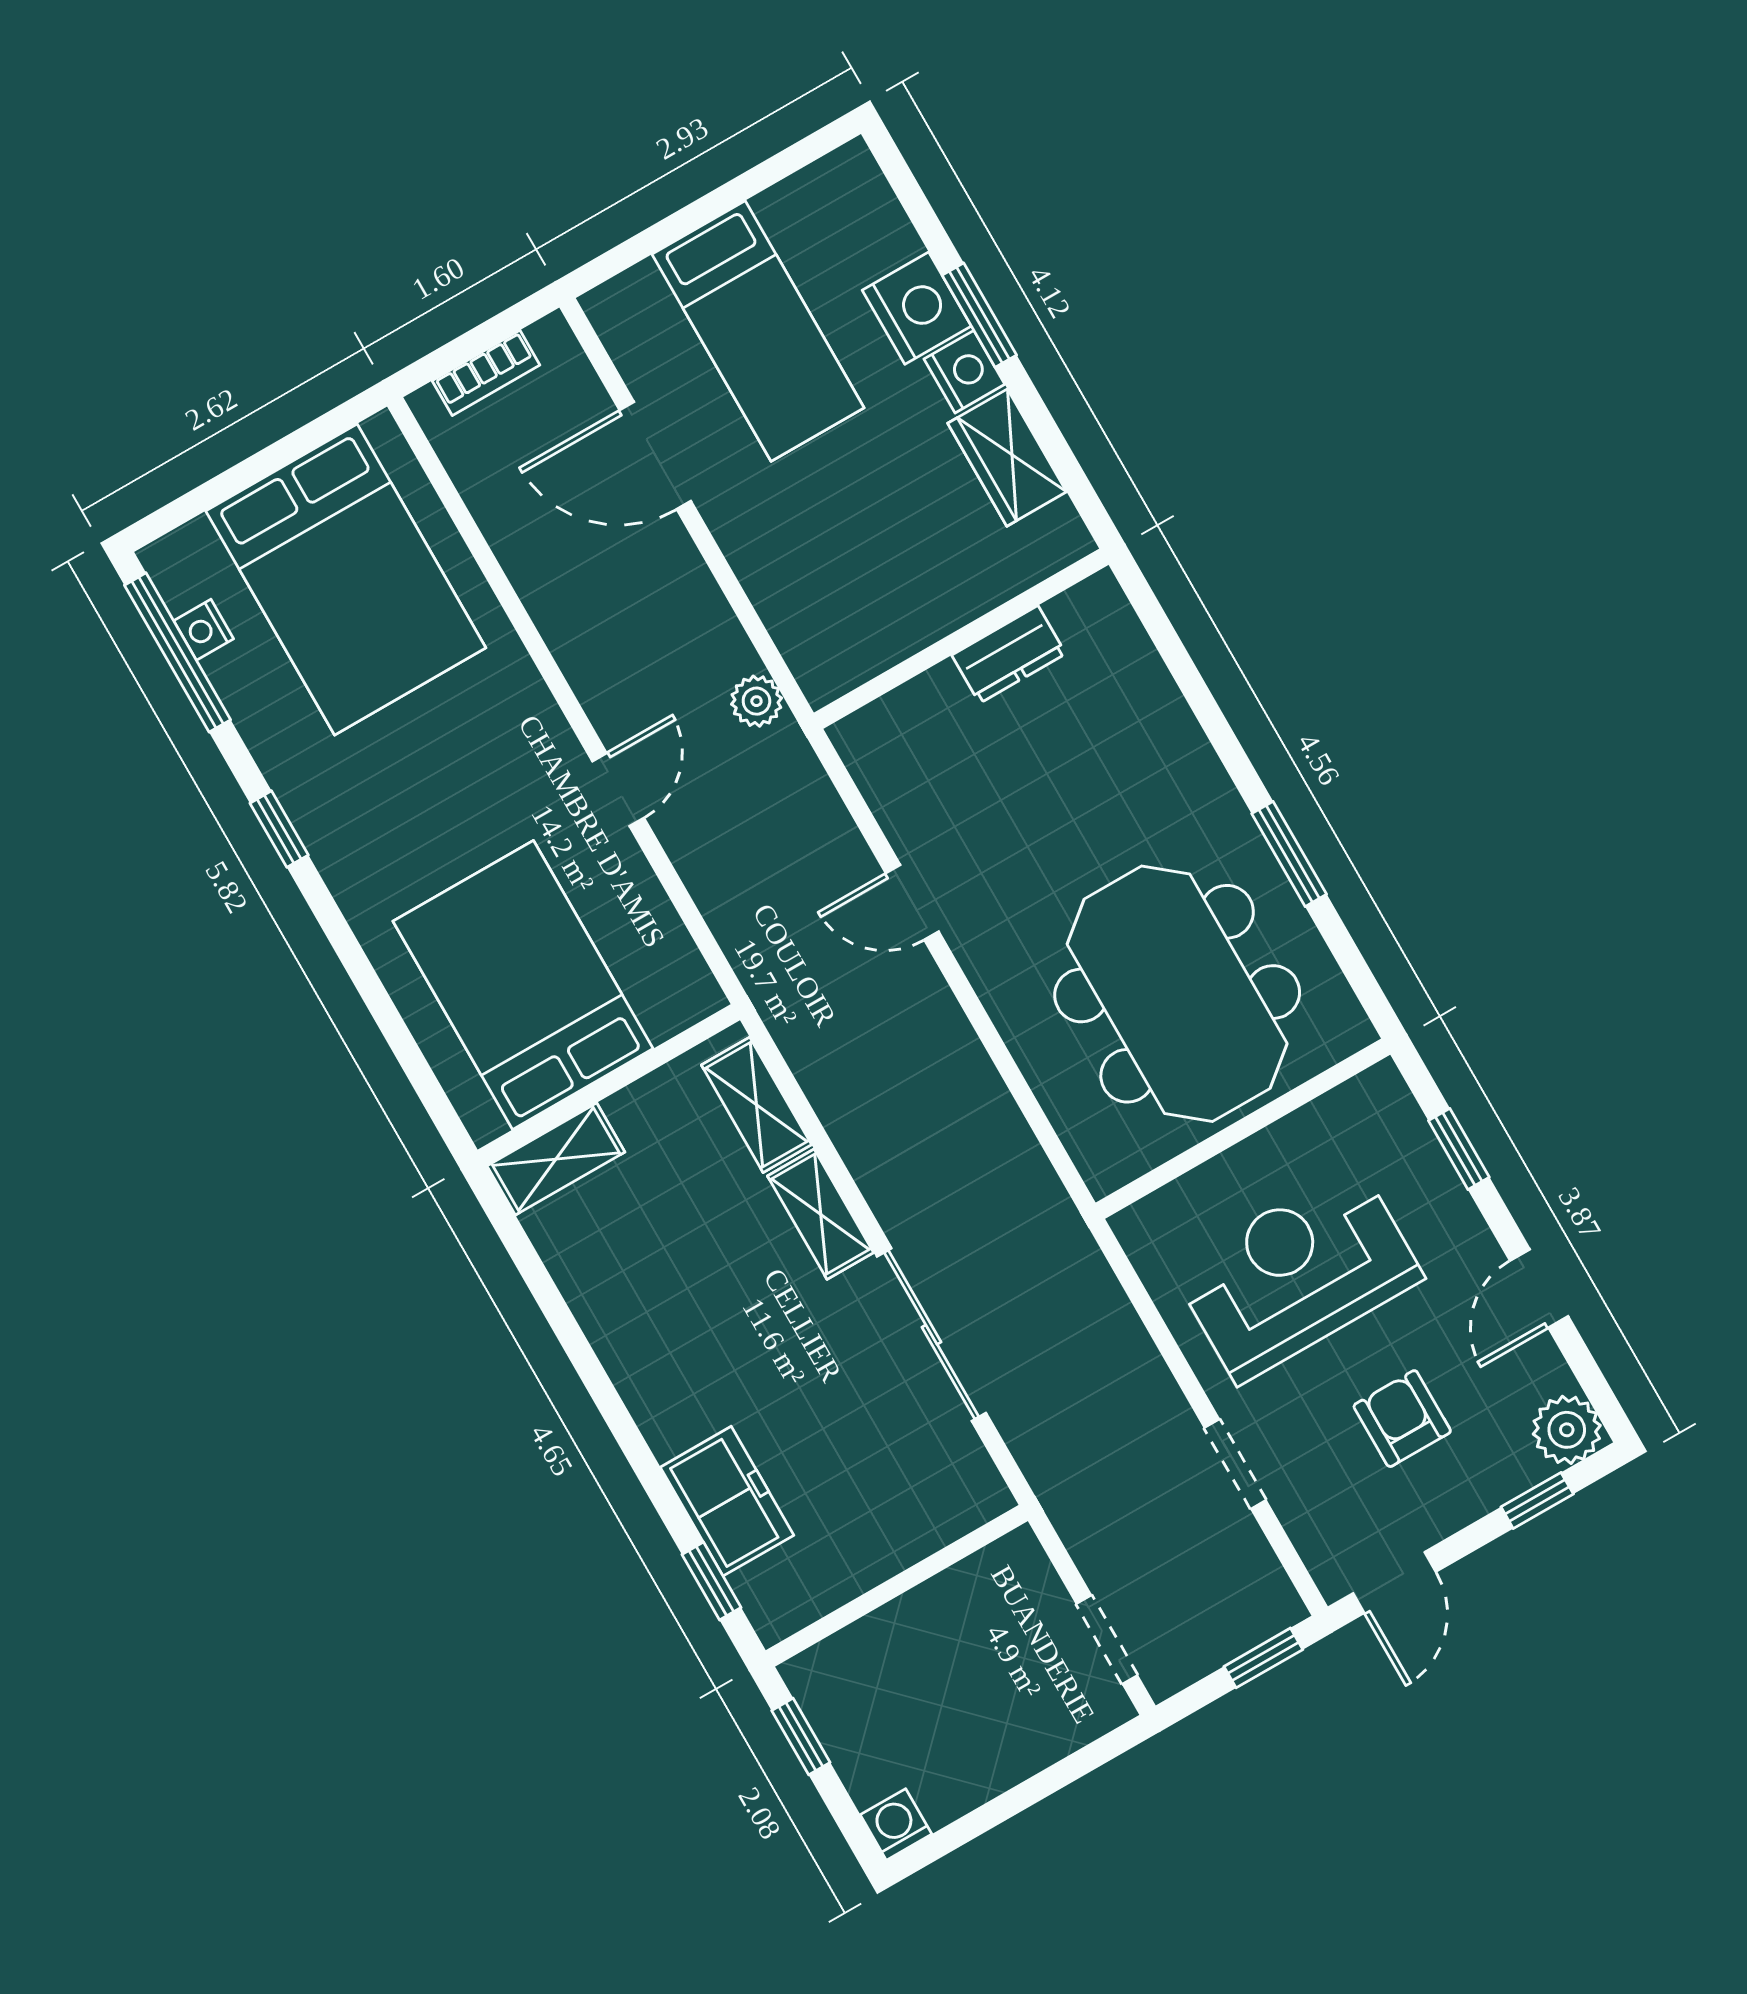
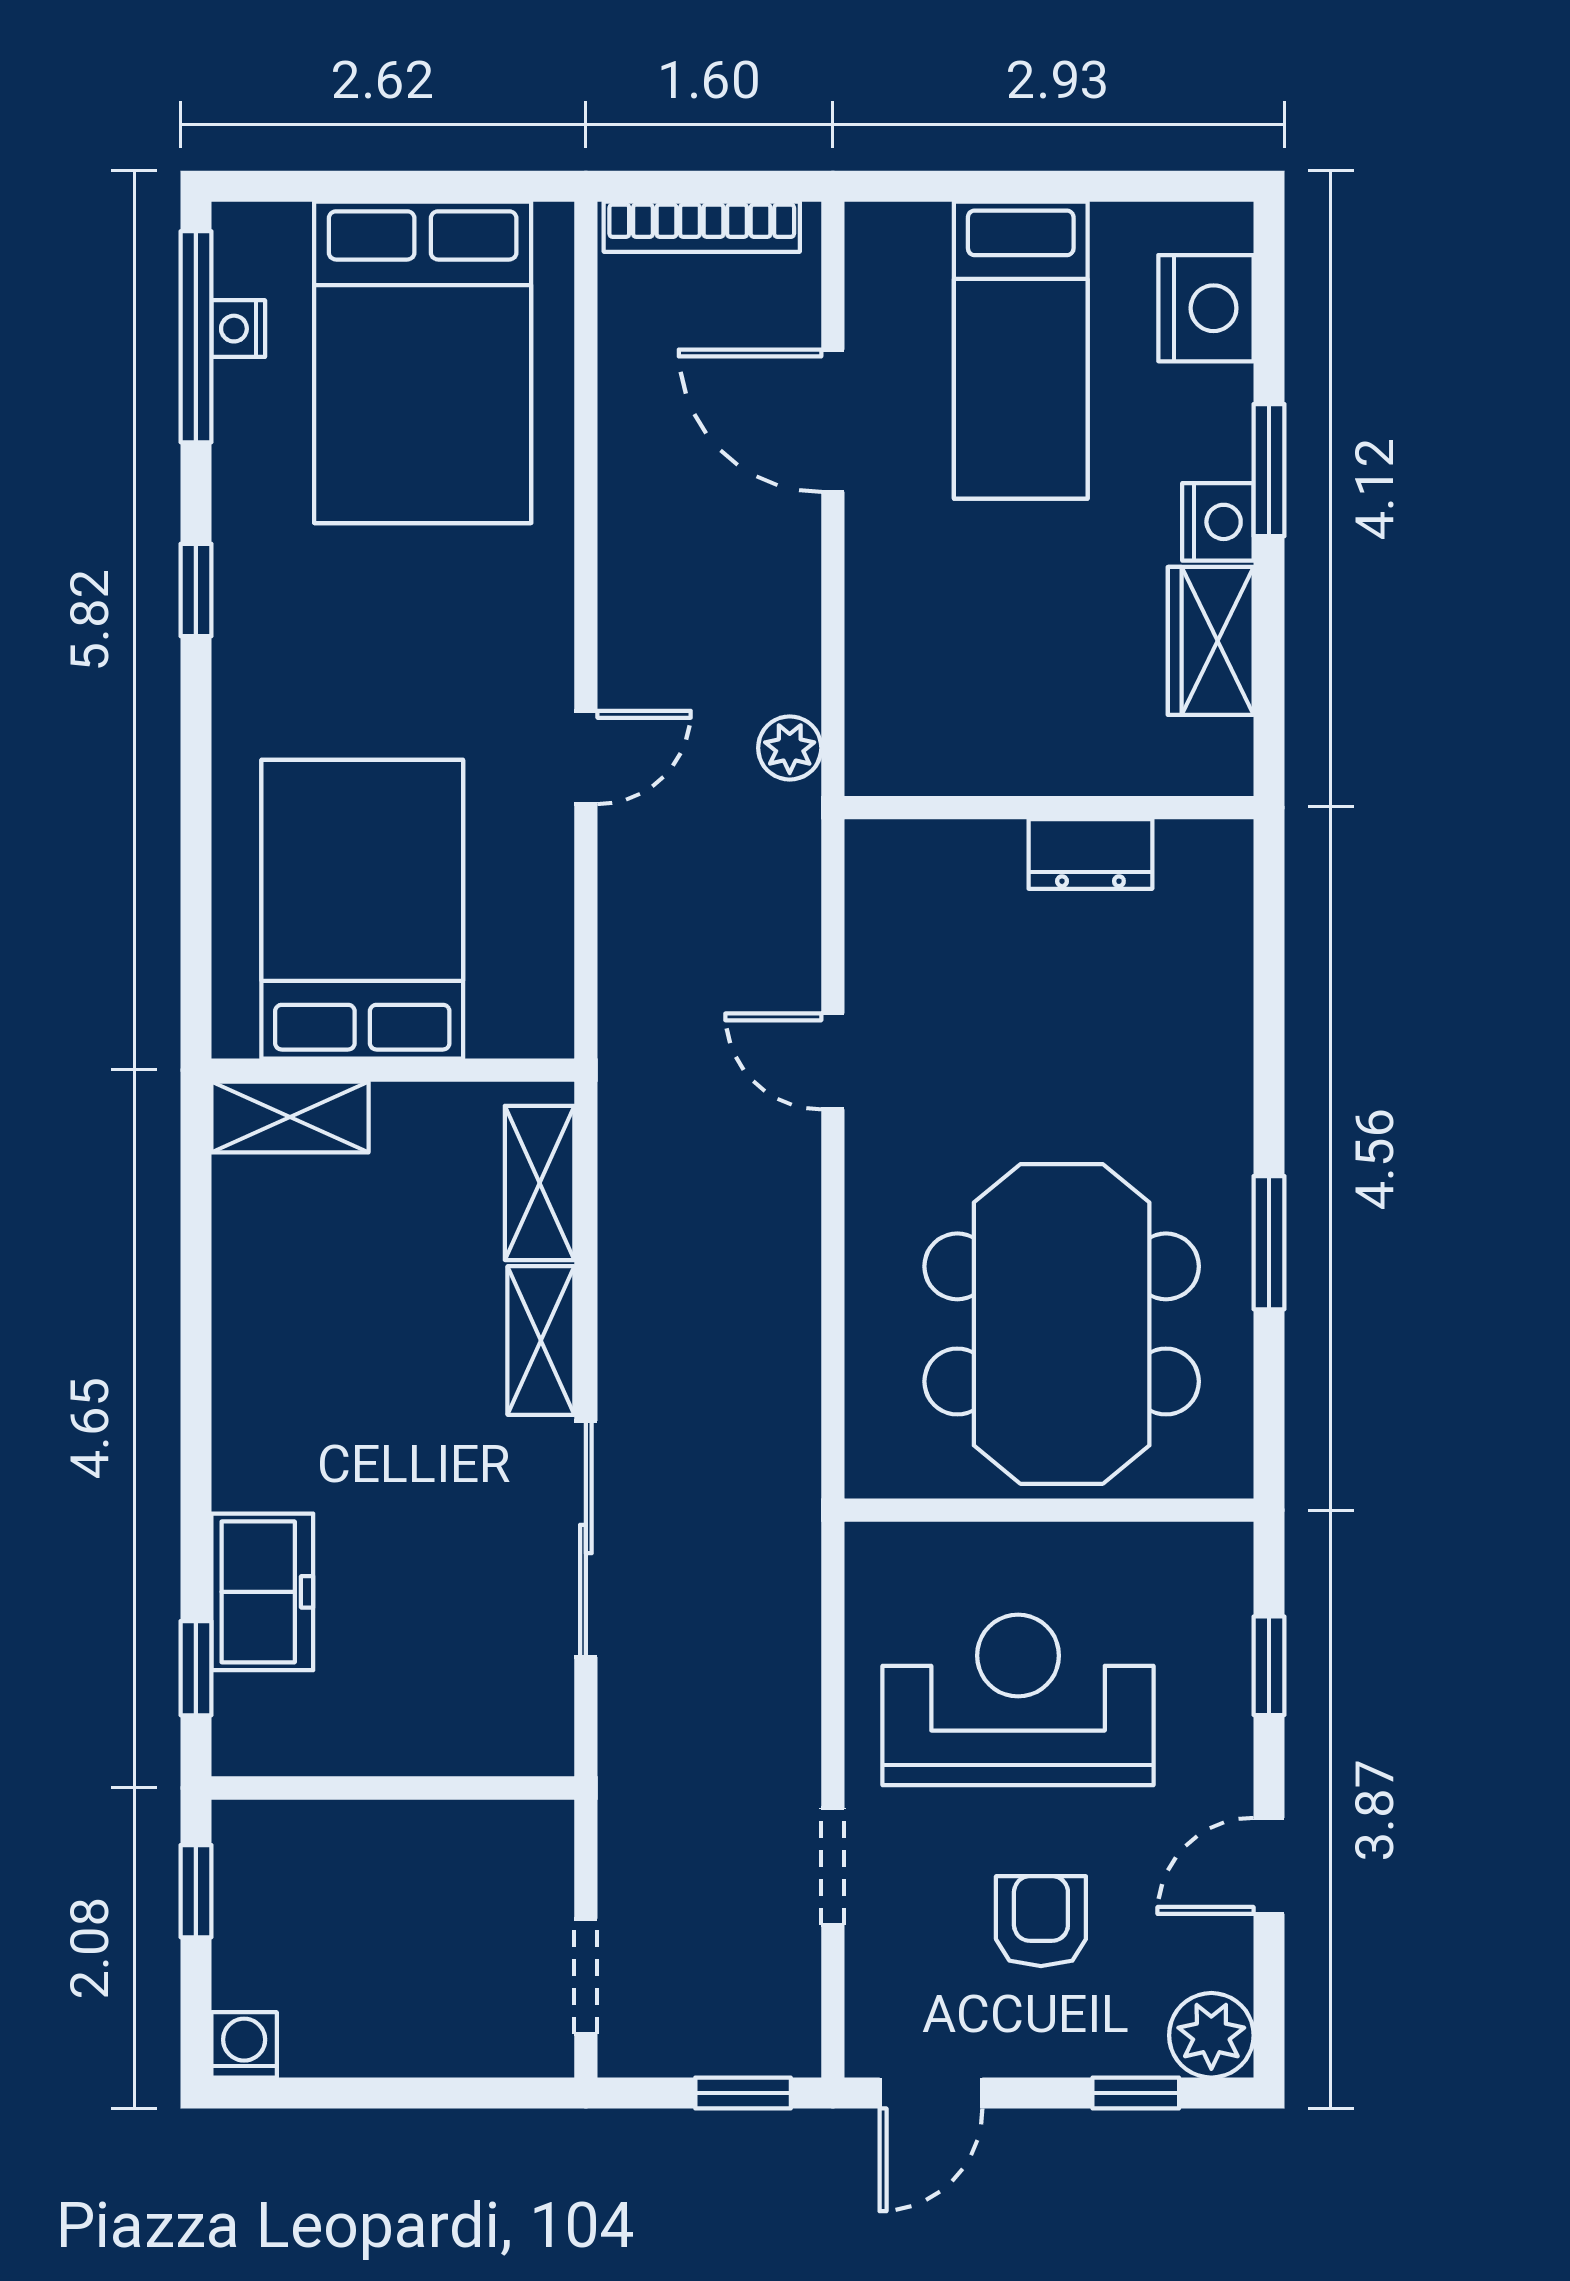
nightstand: (917, 308) -> (1206, 308), moved
bookcase: (486, 373) -> (702, 227), width x1.56

